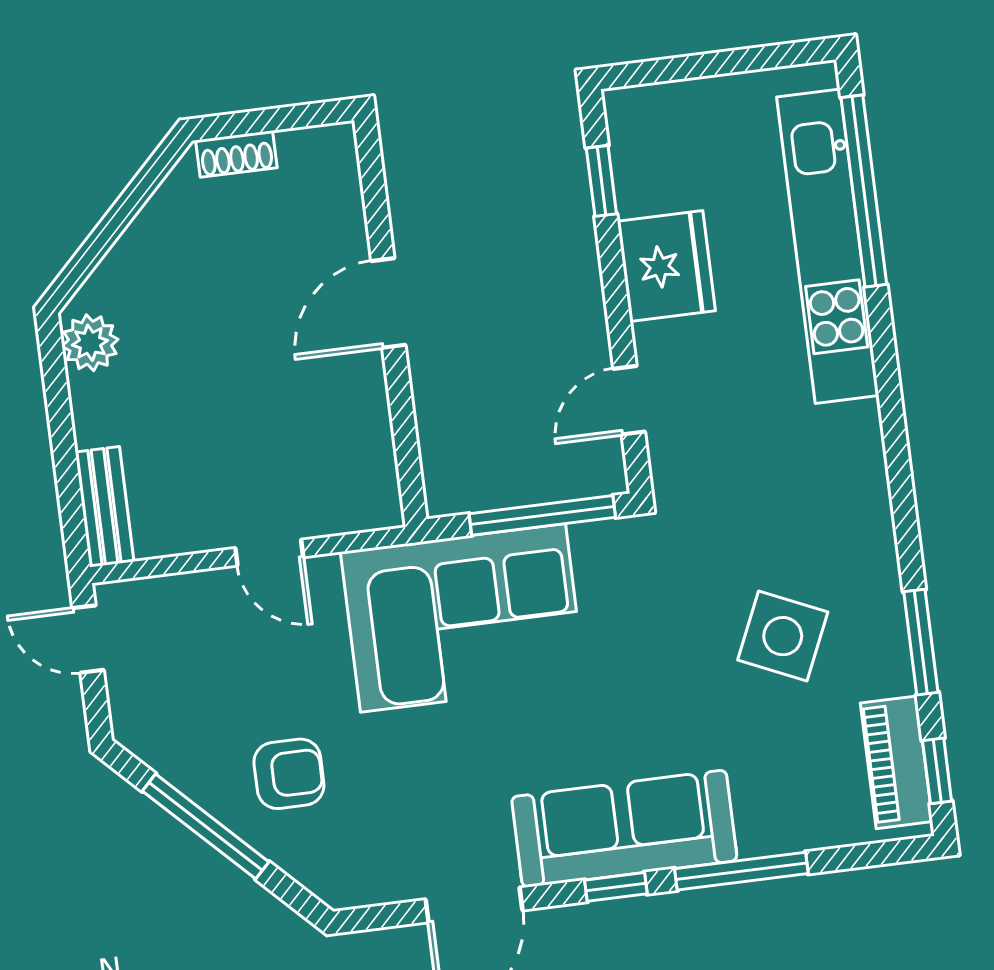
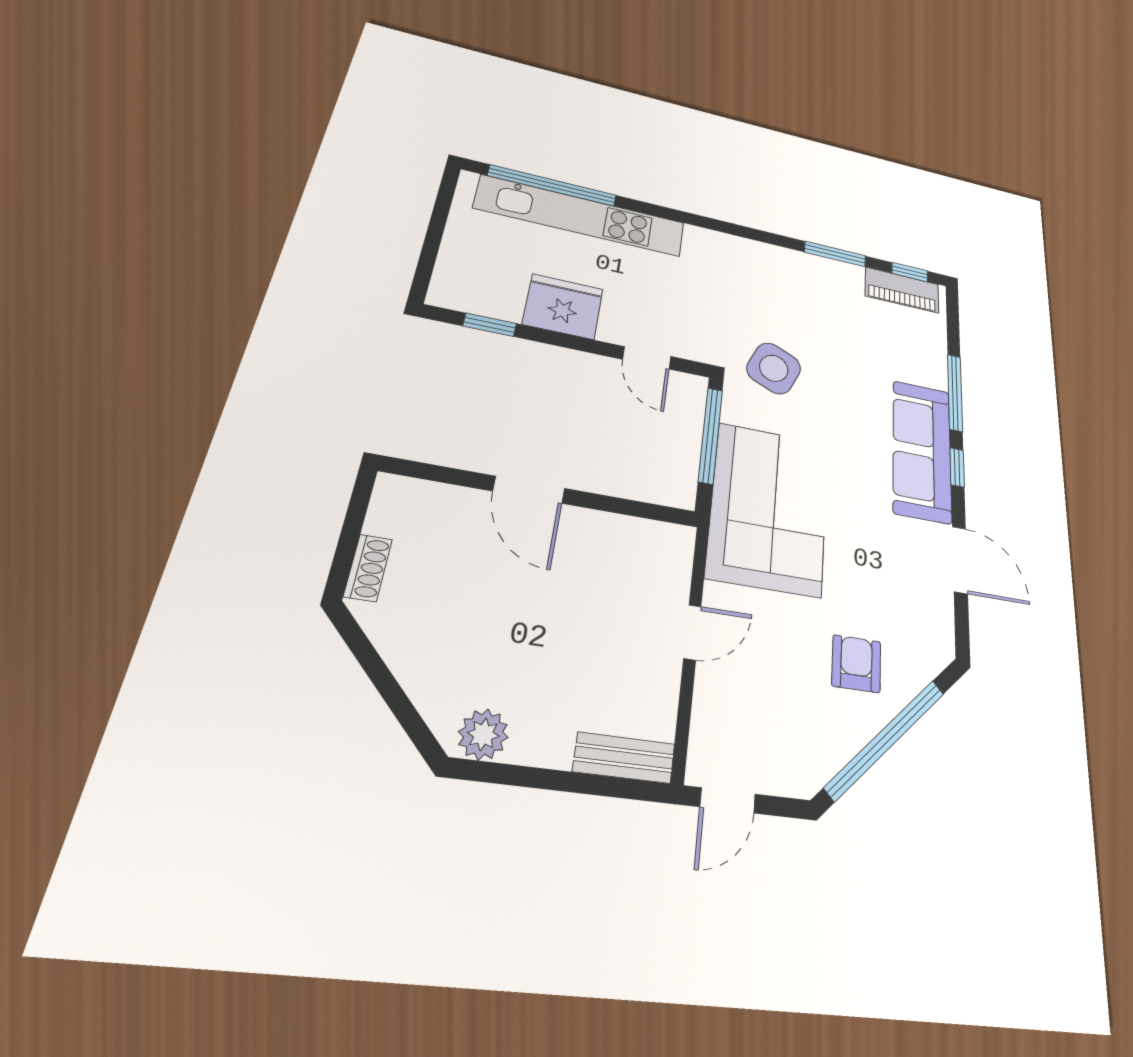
side table: (783, 636) -> (774, 368), moved
window: (206, 826) -> (886, 739), width x1.46

